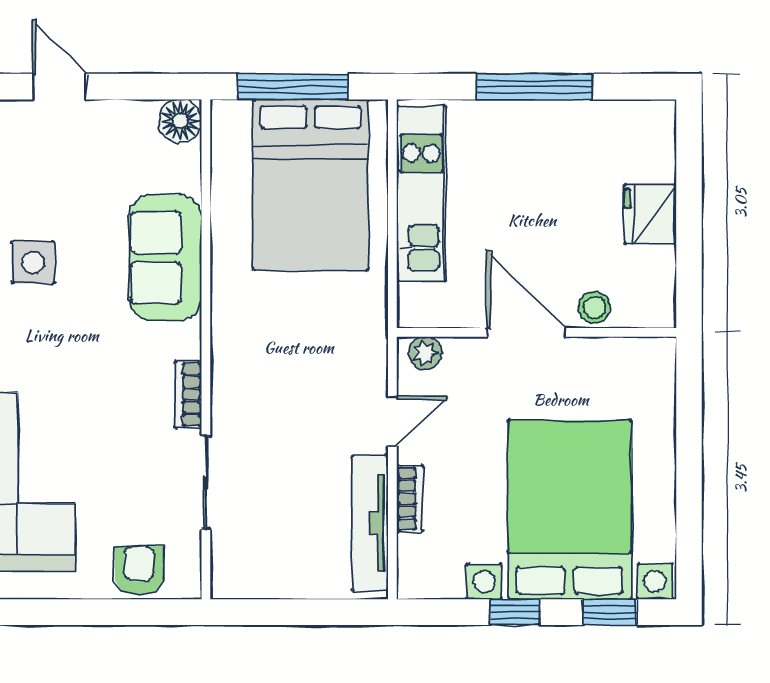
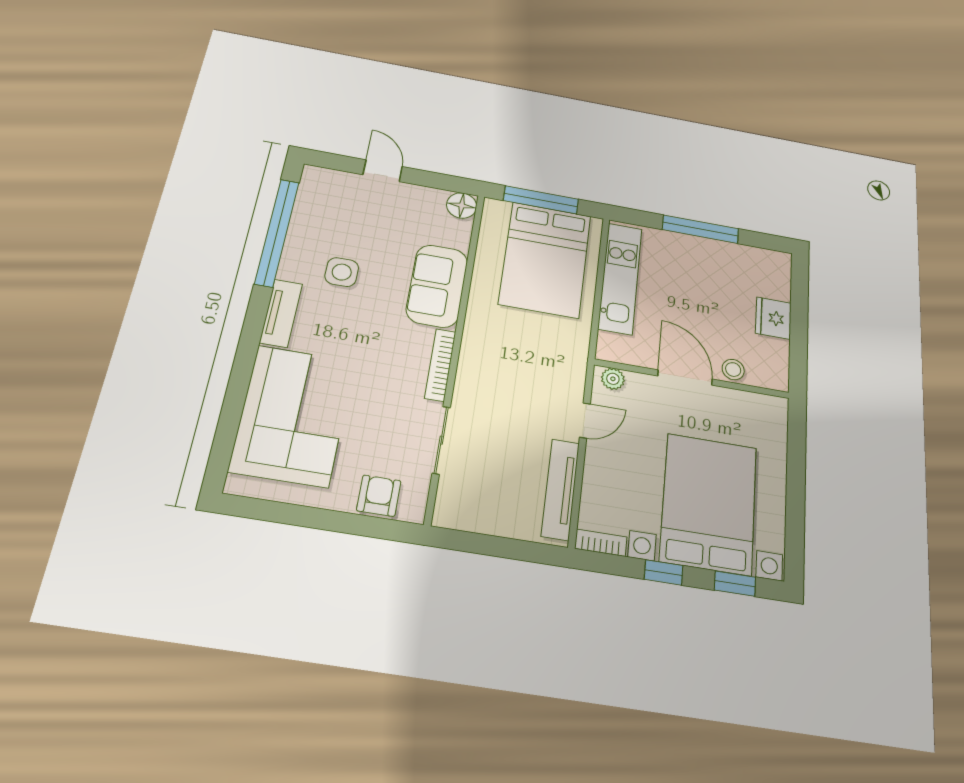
bookcase: (188, 395) -> (440, 365), width x1.56
bookcase: (410, 499) -> (601, 543), moved, turned -90

